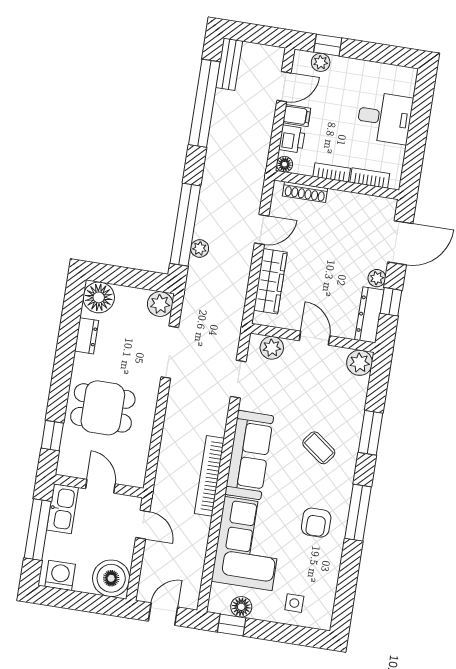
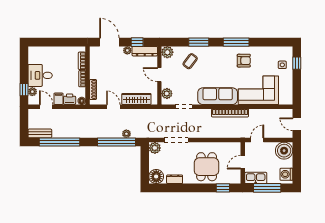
desk: (385, 118) -> (40, 75), moved, turned -90
door: (315, 338) -> (159, 75), hinge flipped
coffee table: (319, 448) -> (190, 61), moved
floor lamp: (241, 607) -> (288, 89), removed
window: (232, 625) -> (297, 63), moved

